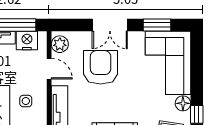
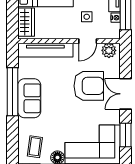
nightstand: (27, 41) -> (116, 18), width x0.53, depth x0.56
side table: (26, 101) -> (87, 17), moved

